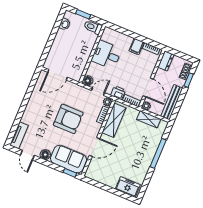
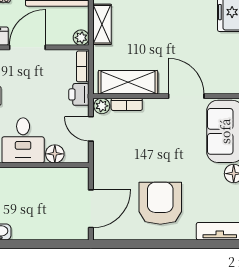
door: (58, 75) -> (91, 209), hinge flipped
floor lamp: (88, 81) -> (55, 154), moved
door: (148, 88) -> (27, 47), moved
armchair: (68, 119) -> (160, 203), moved

